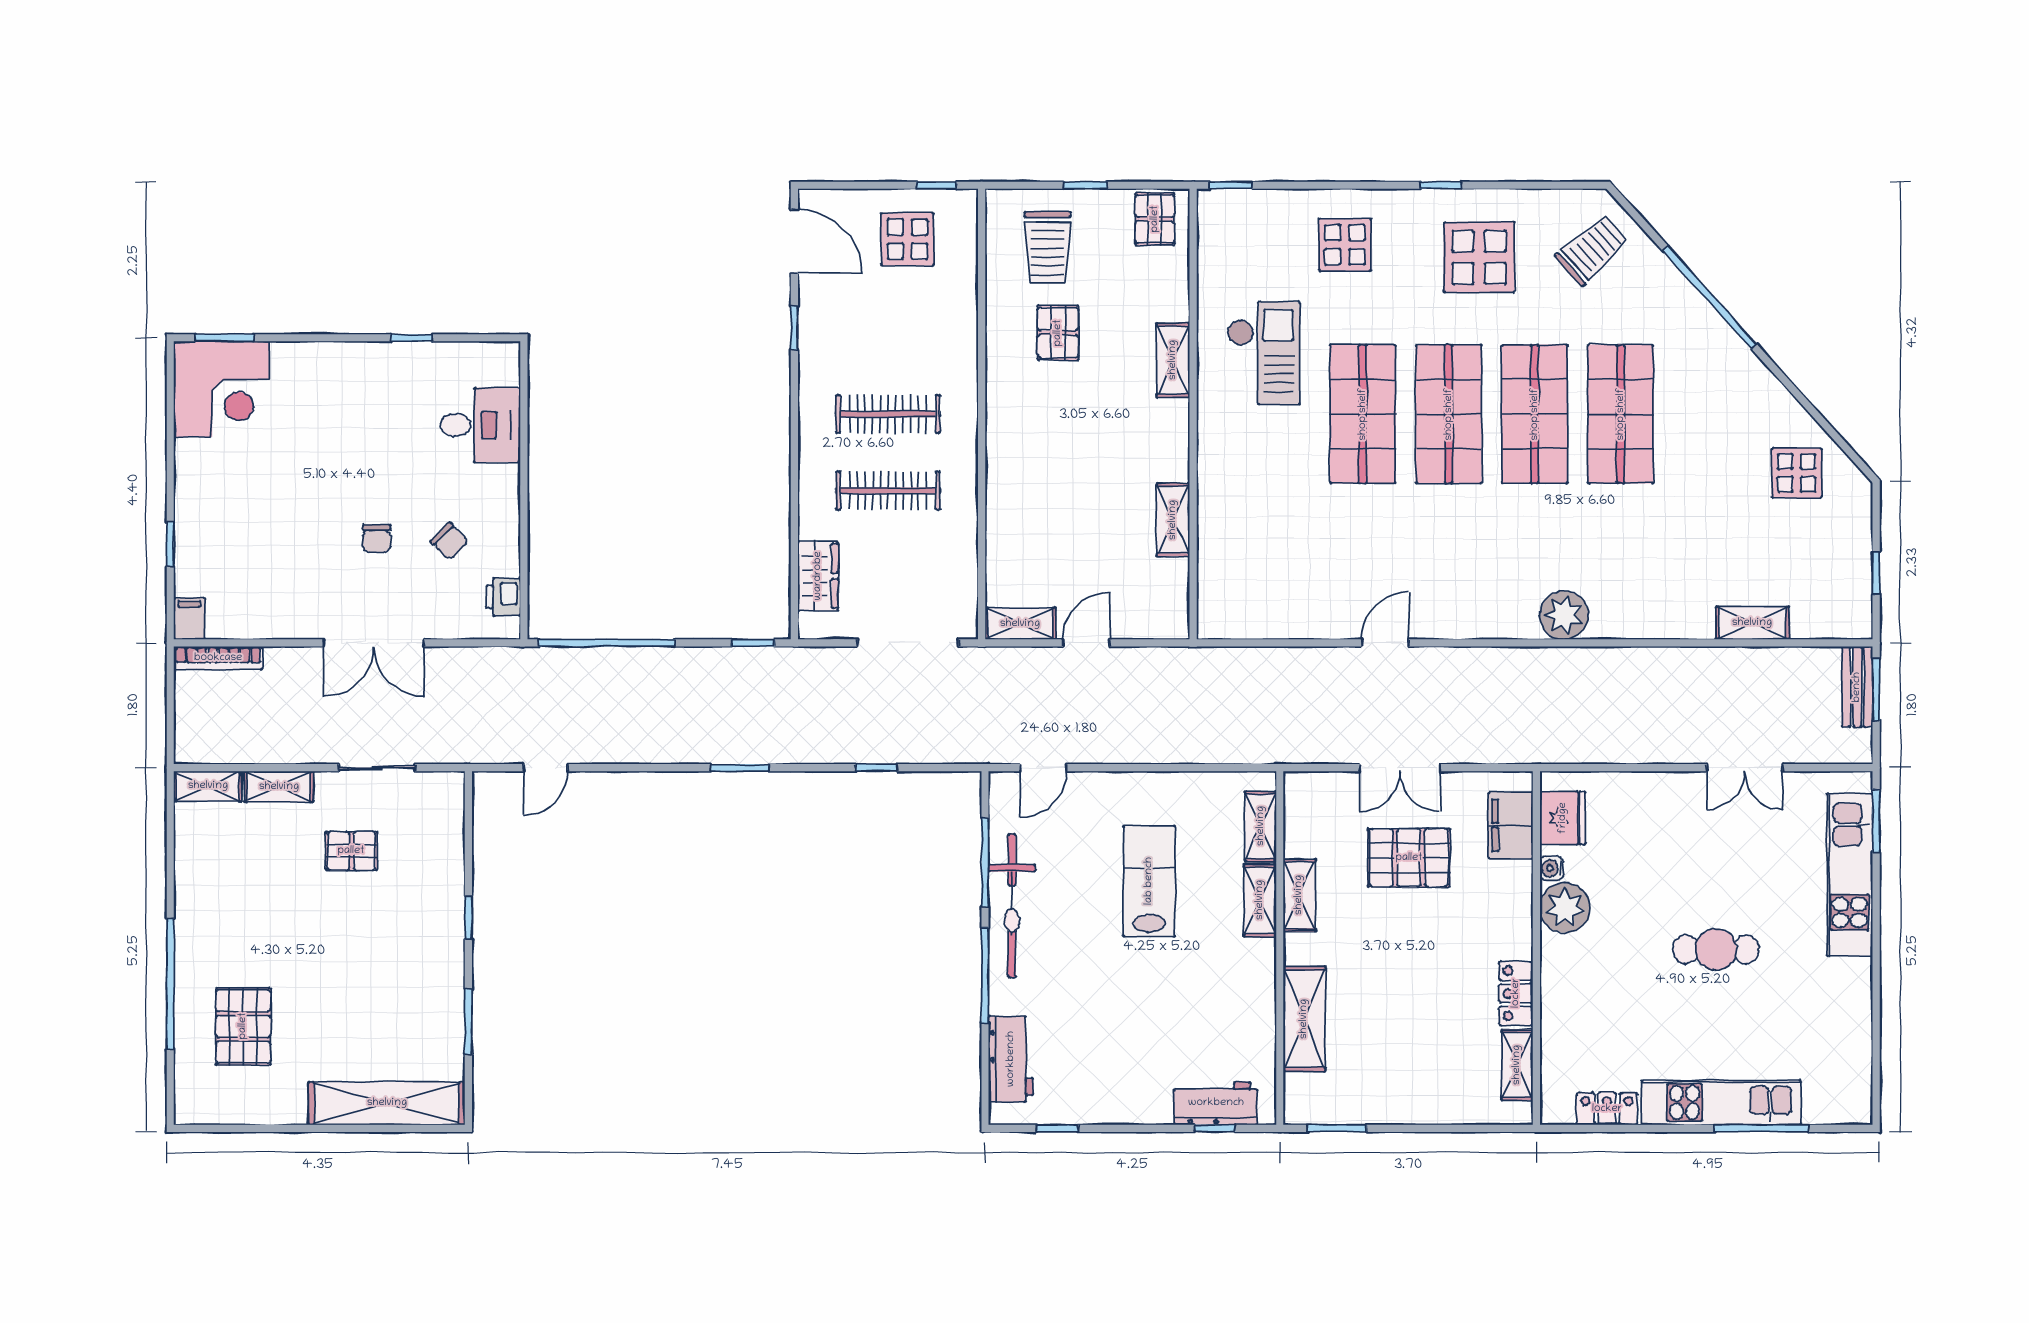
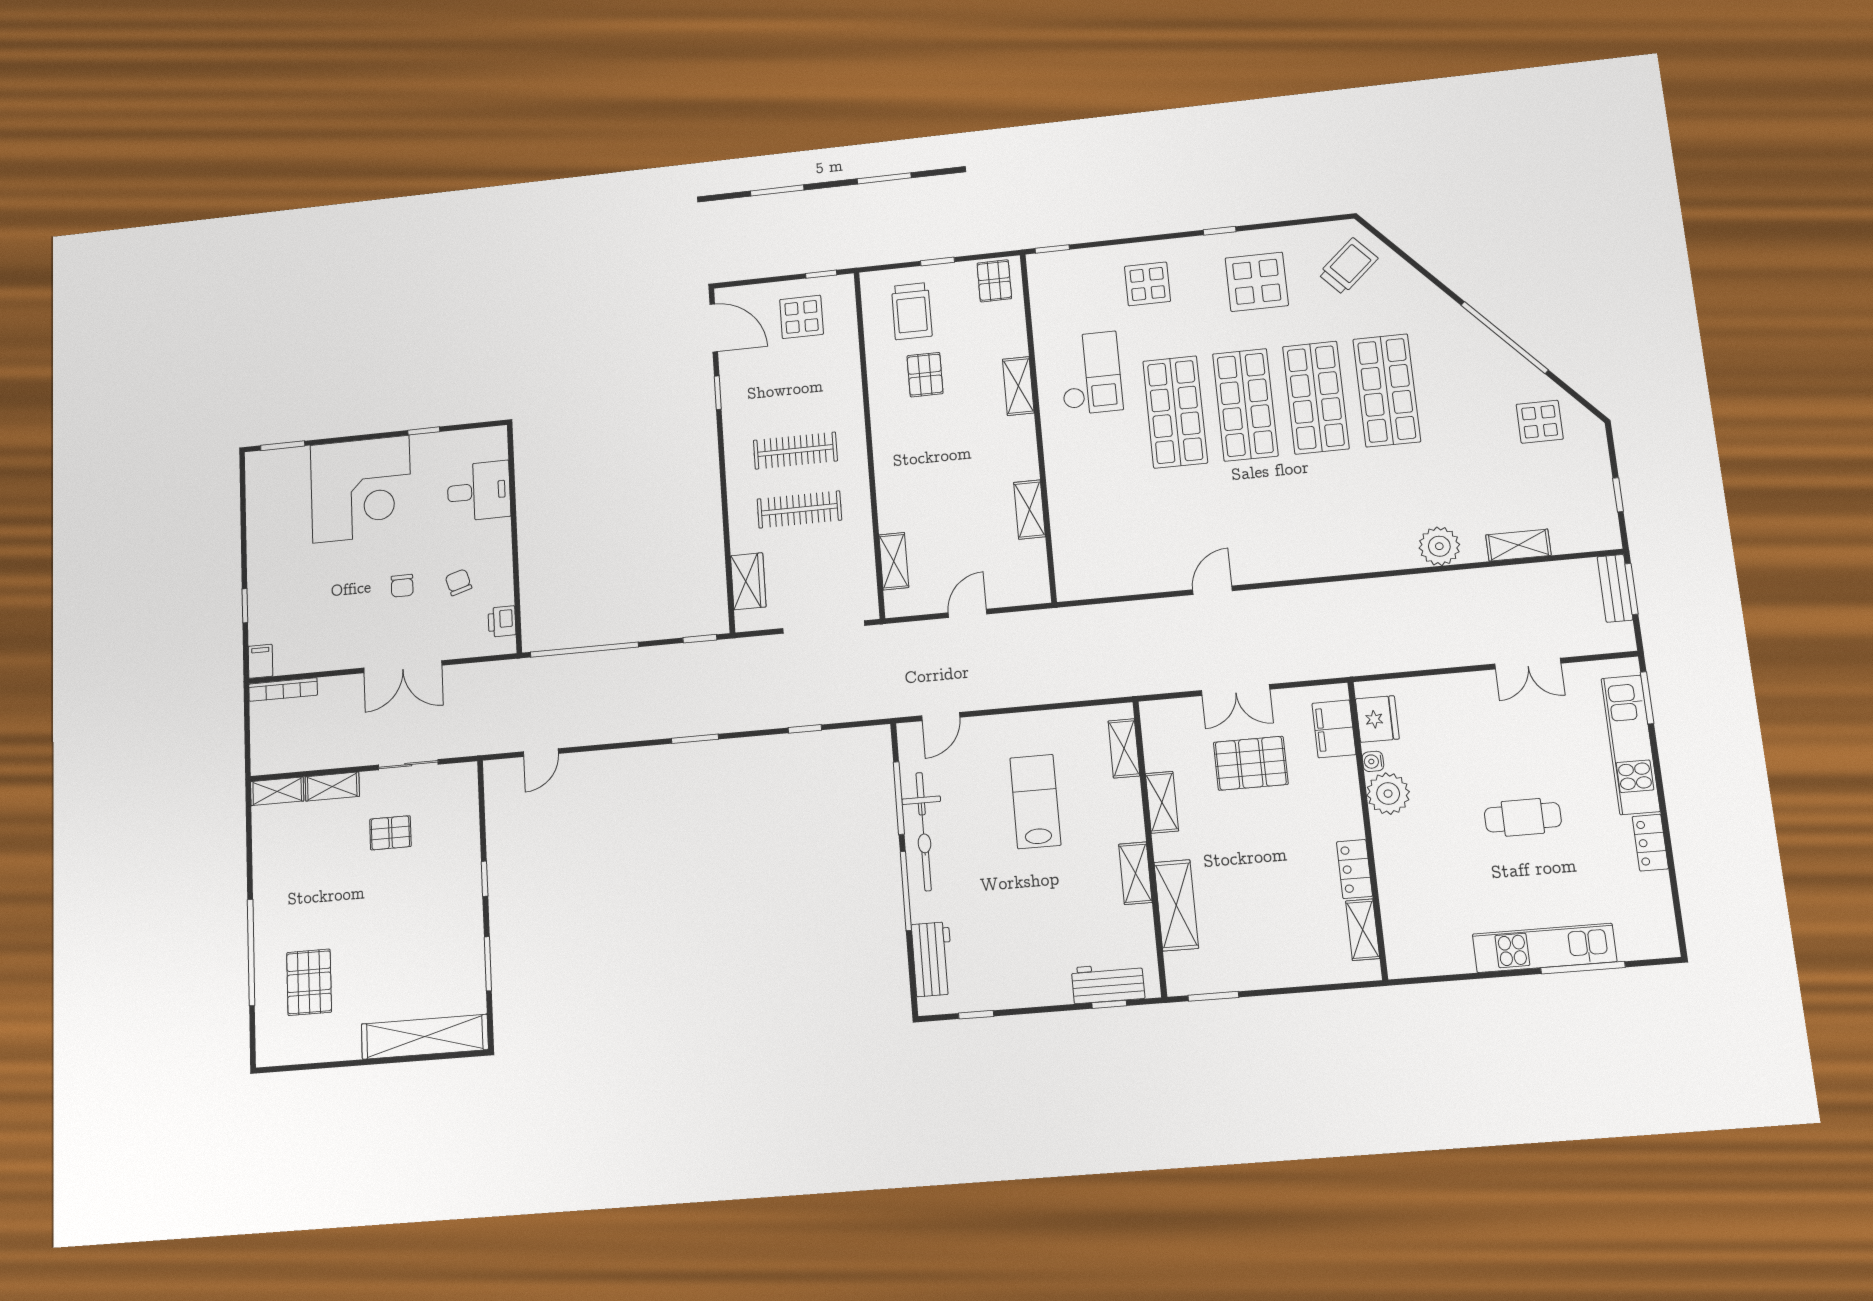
window: (1710, 297) -> (1505, 338), moved
corner desk: (222, 389) -> (361, 489), moved, width x1.36, depth x1.36
chair: (449, 541) -> (458, 582), turned -152
plant: (1564, 615) -> (1439, 546), moved
shelving: (1020, 624) -> (894, 561), moved, turned 90
shelving: (1260, 900) -> (1135, 873), moved
locker: (1607, 1109) -> (1650, 843), moved, turned -90

